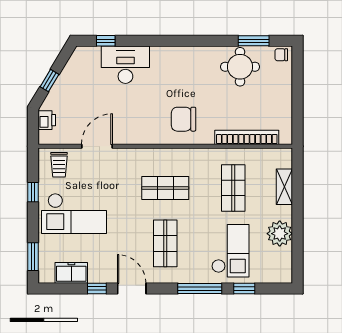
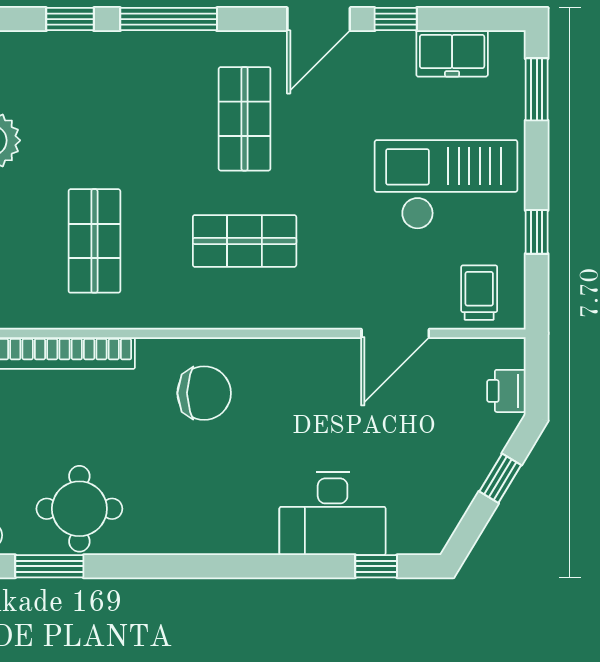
checkout: (230, 251) -> (101, 102), removed
door: (132, 288) -> (319, 19), hinge flipped

